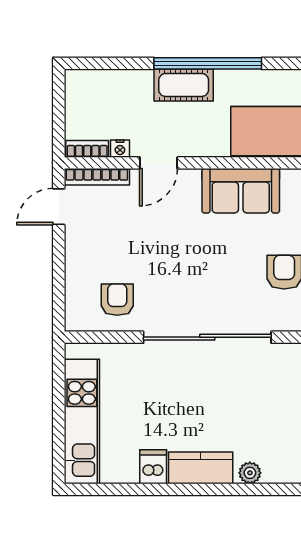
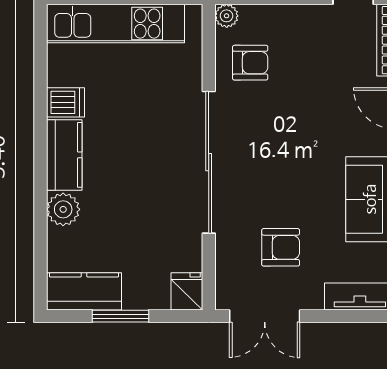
plant: (75, 321) -> (227, 16), added
plant: (250, 473) -> (63, 209), width x1.38, depth x1.38

